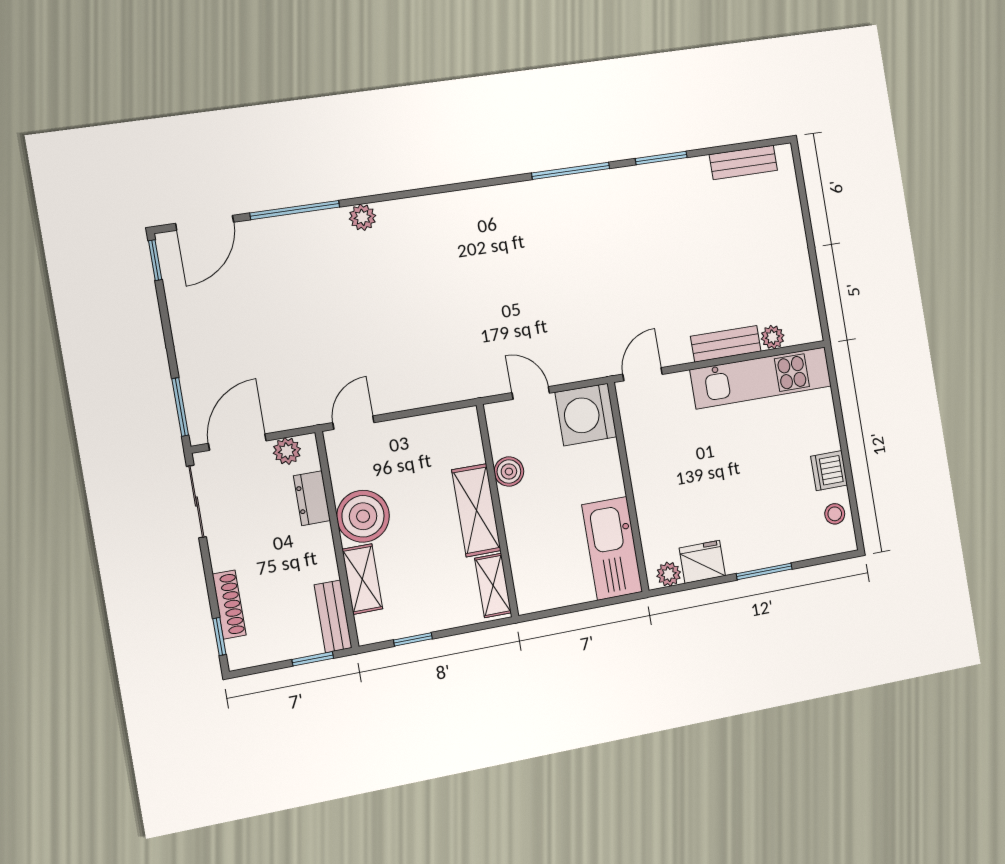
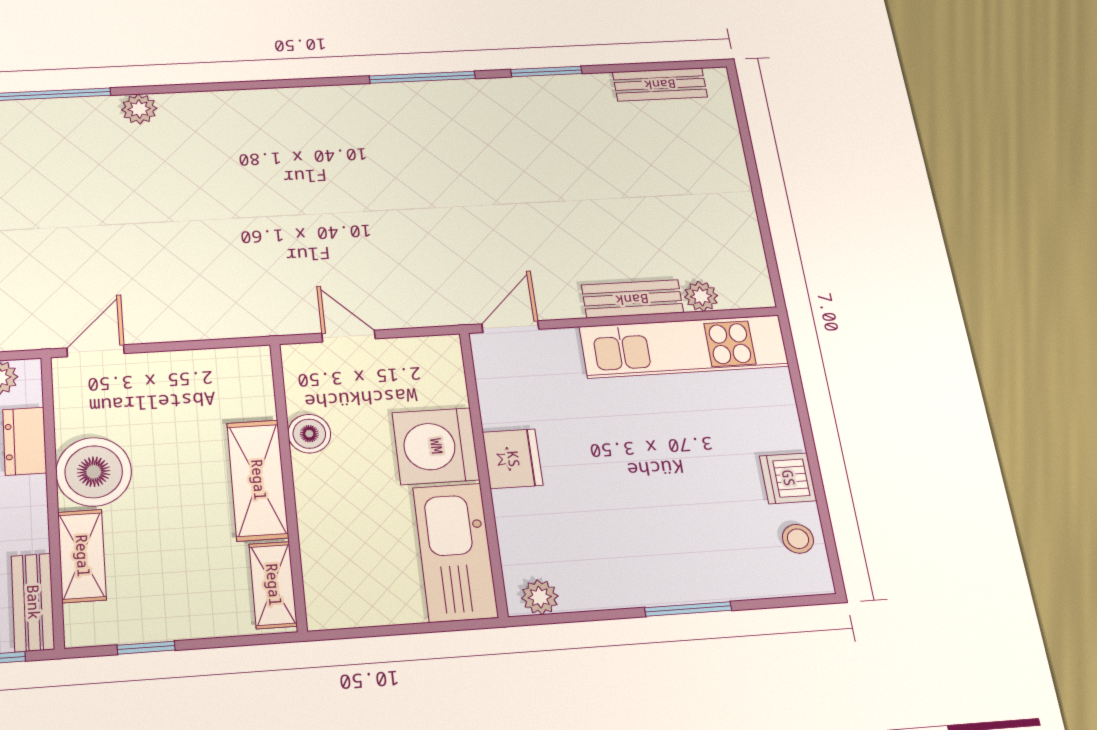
washing machine: (586, 415) -> (436, 446), moved
fridge: (702, 562) -> (513, 459), moved, turned 90

